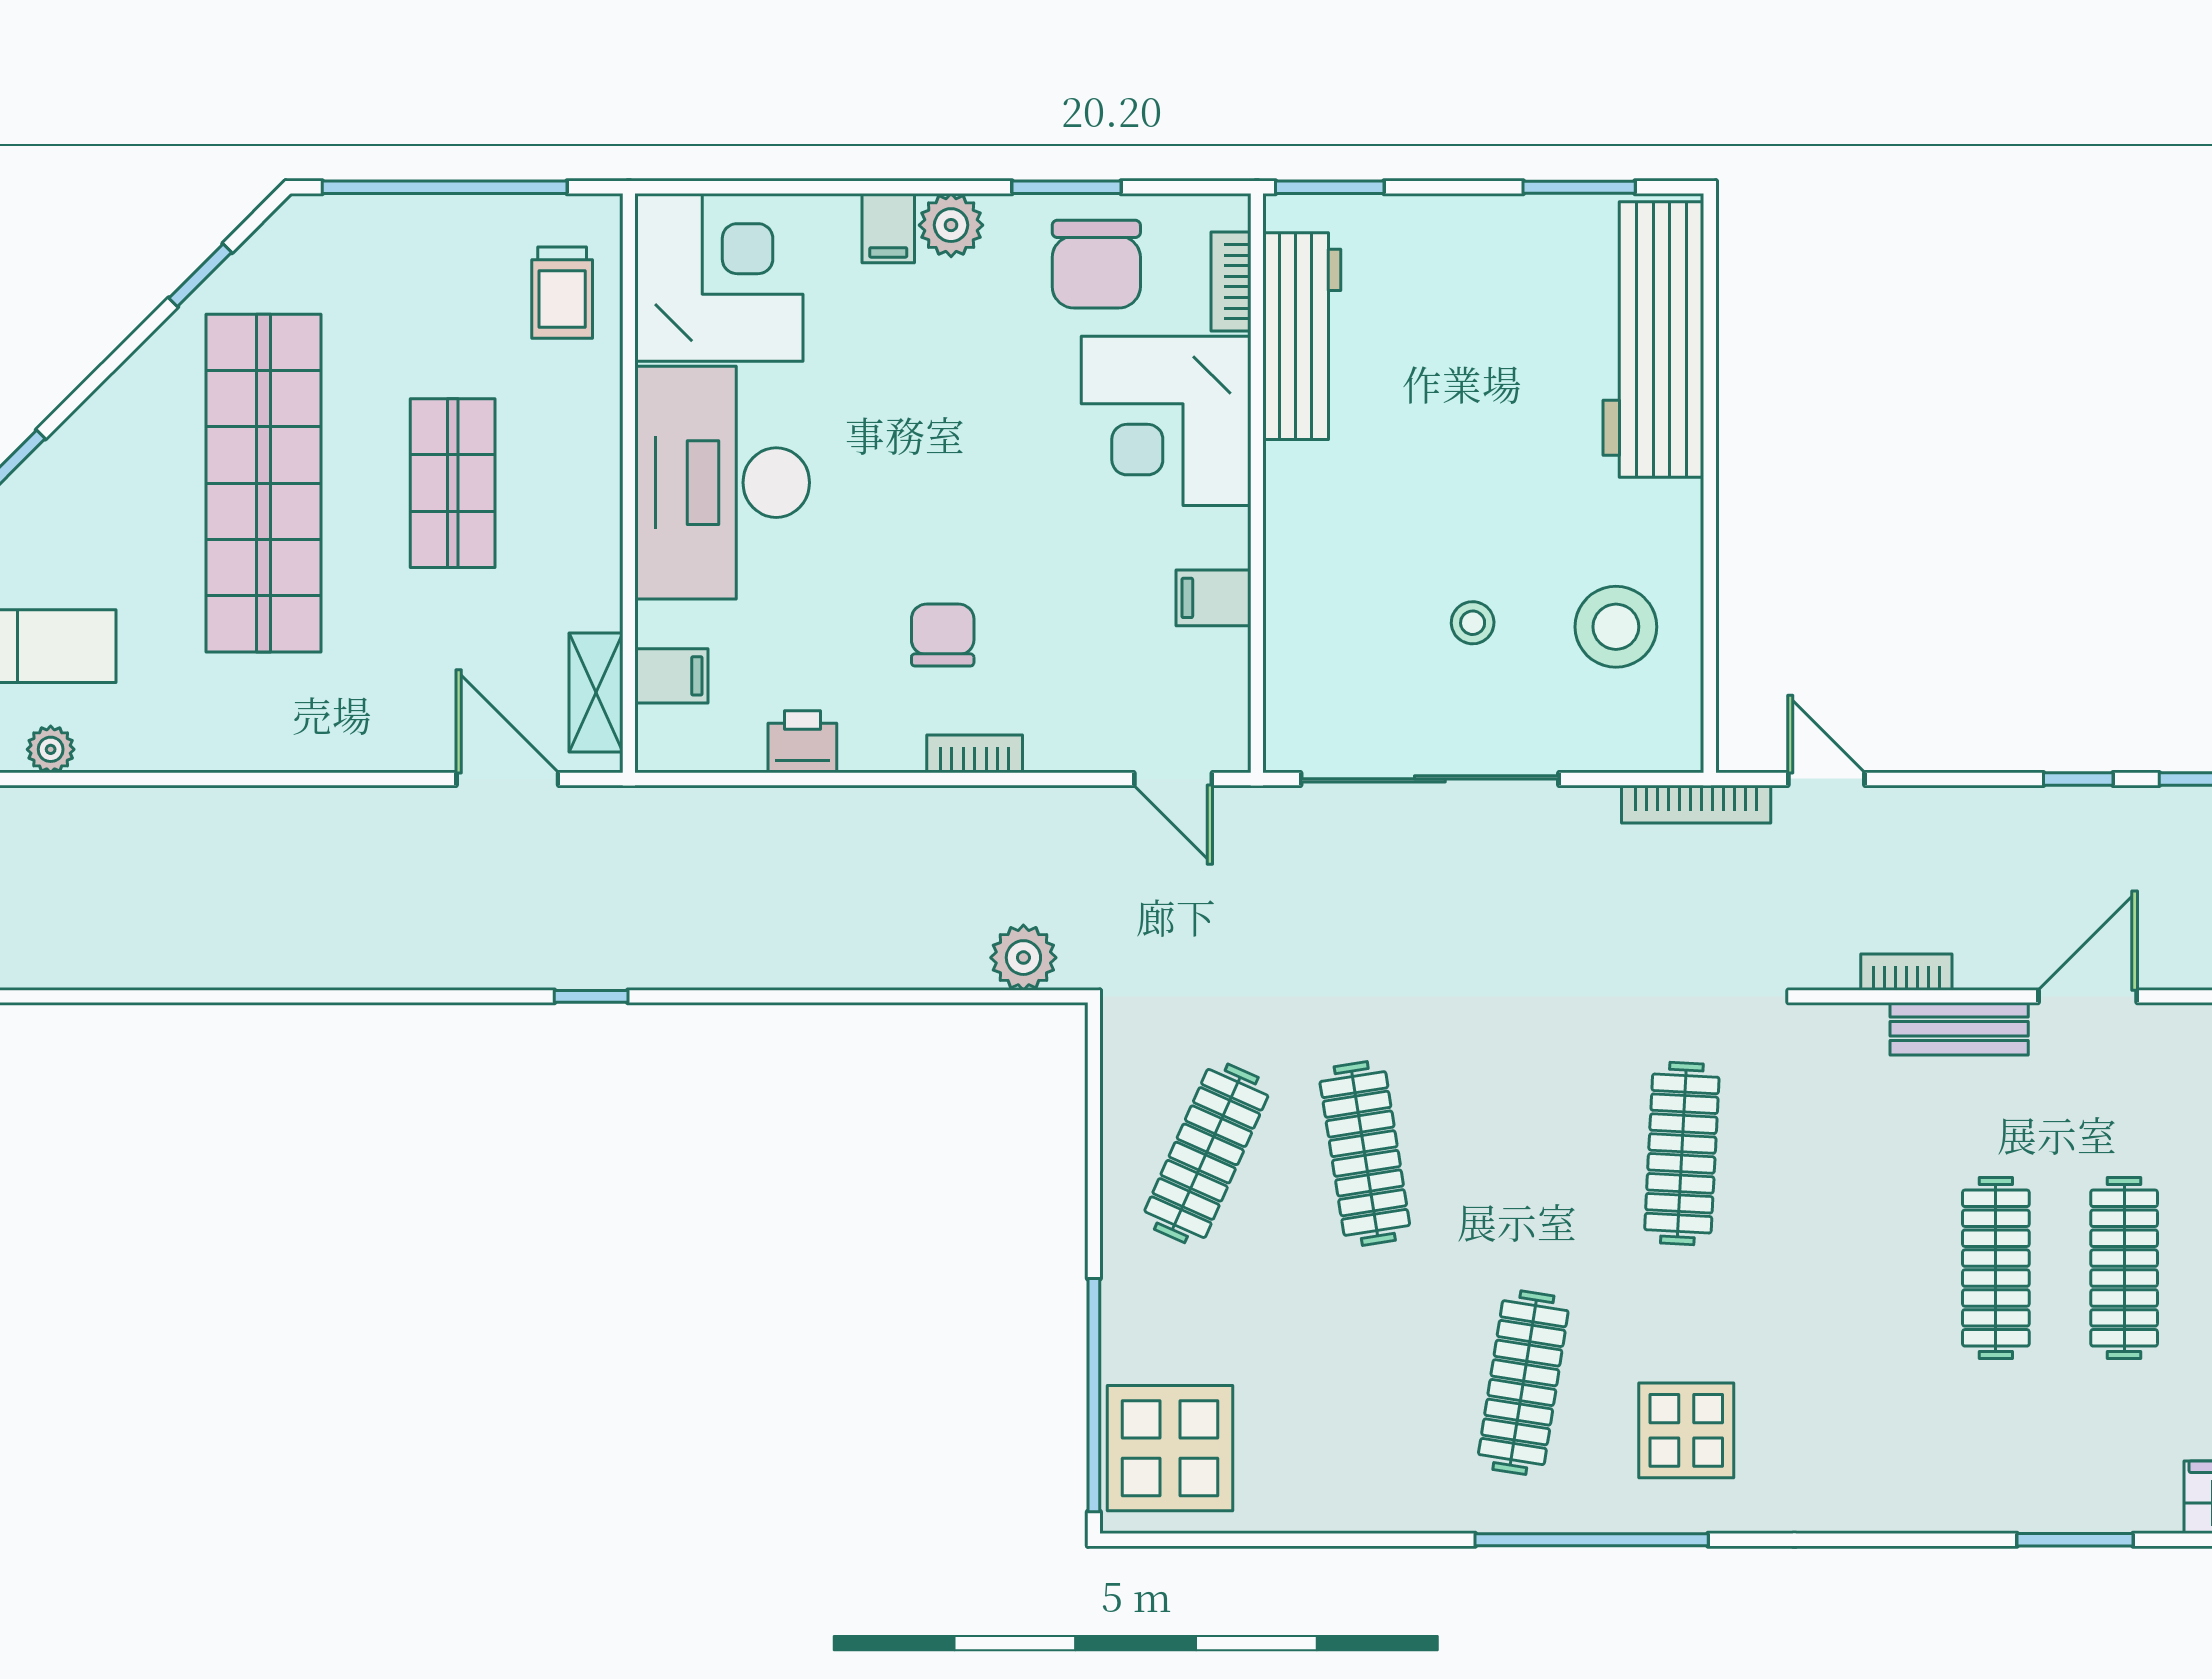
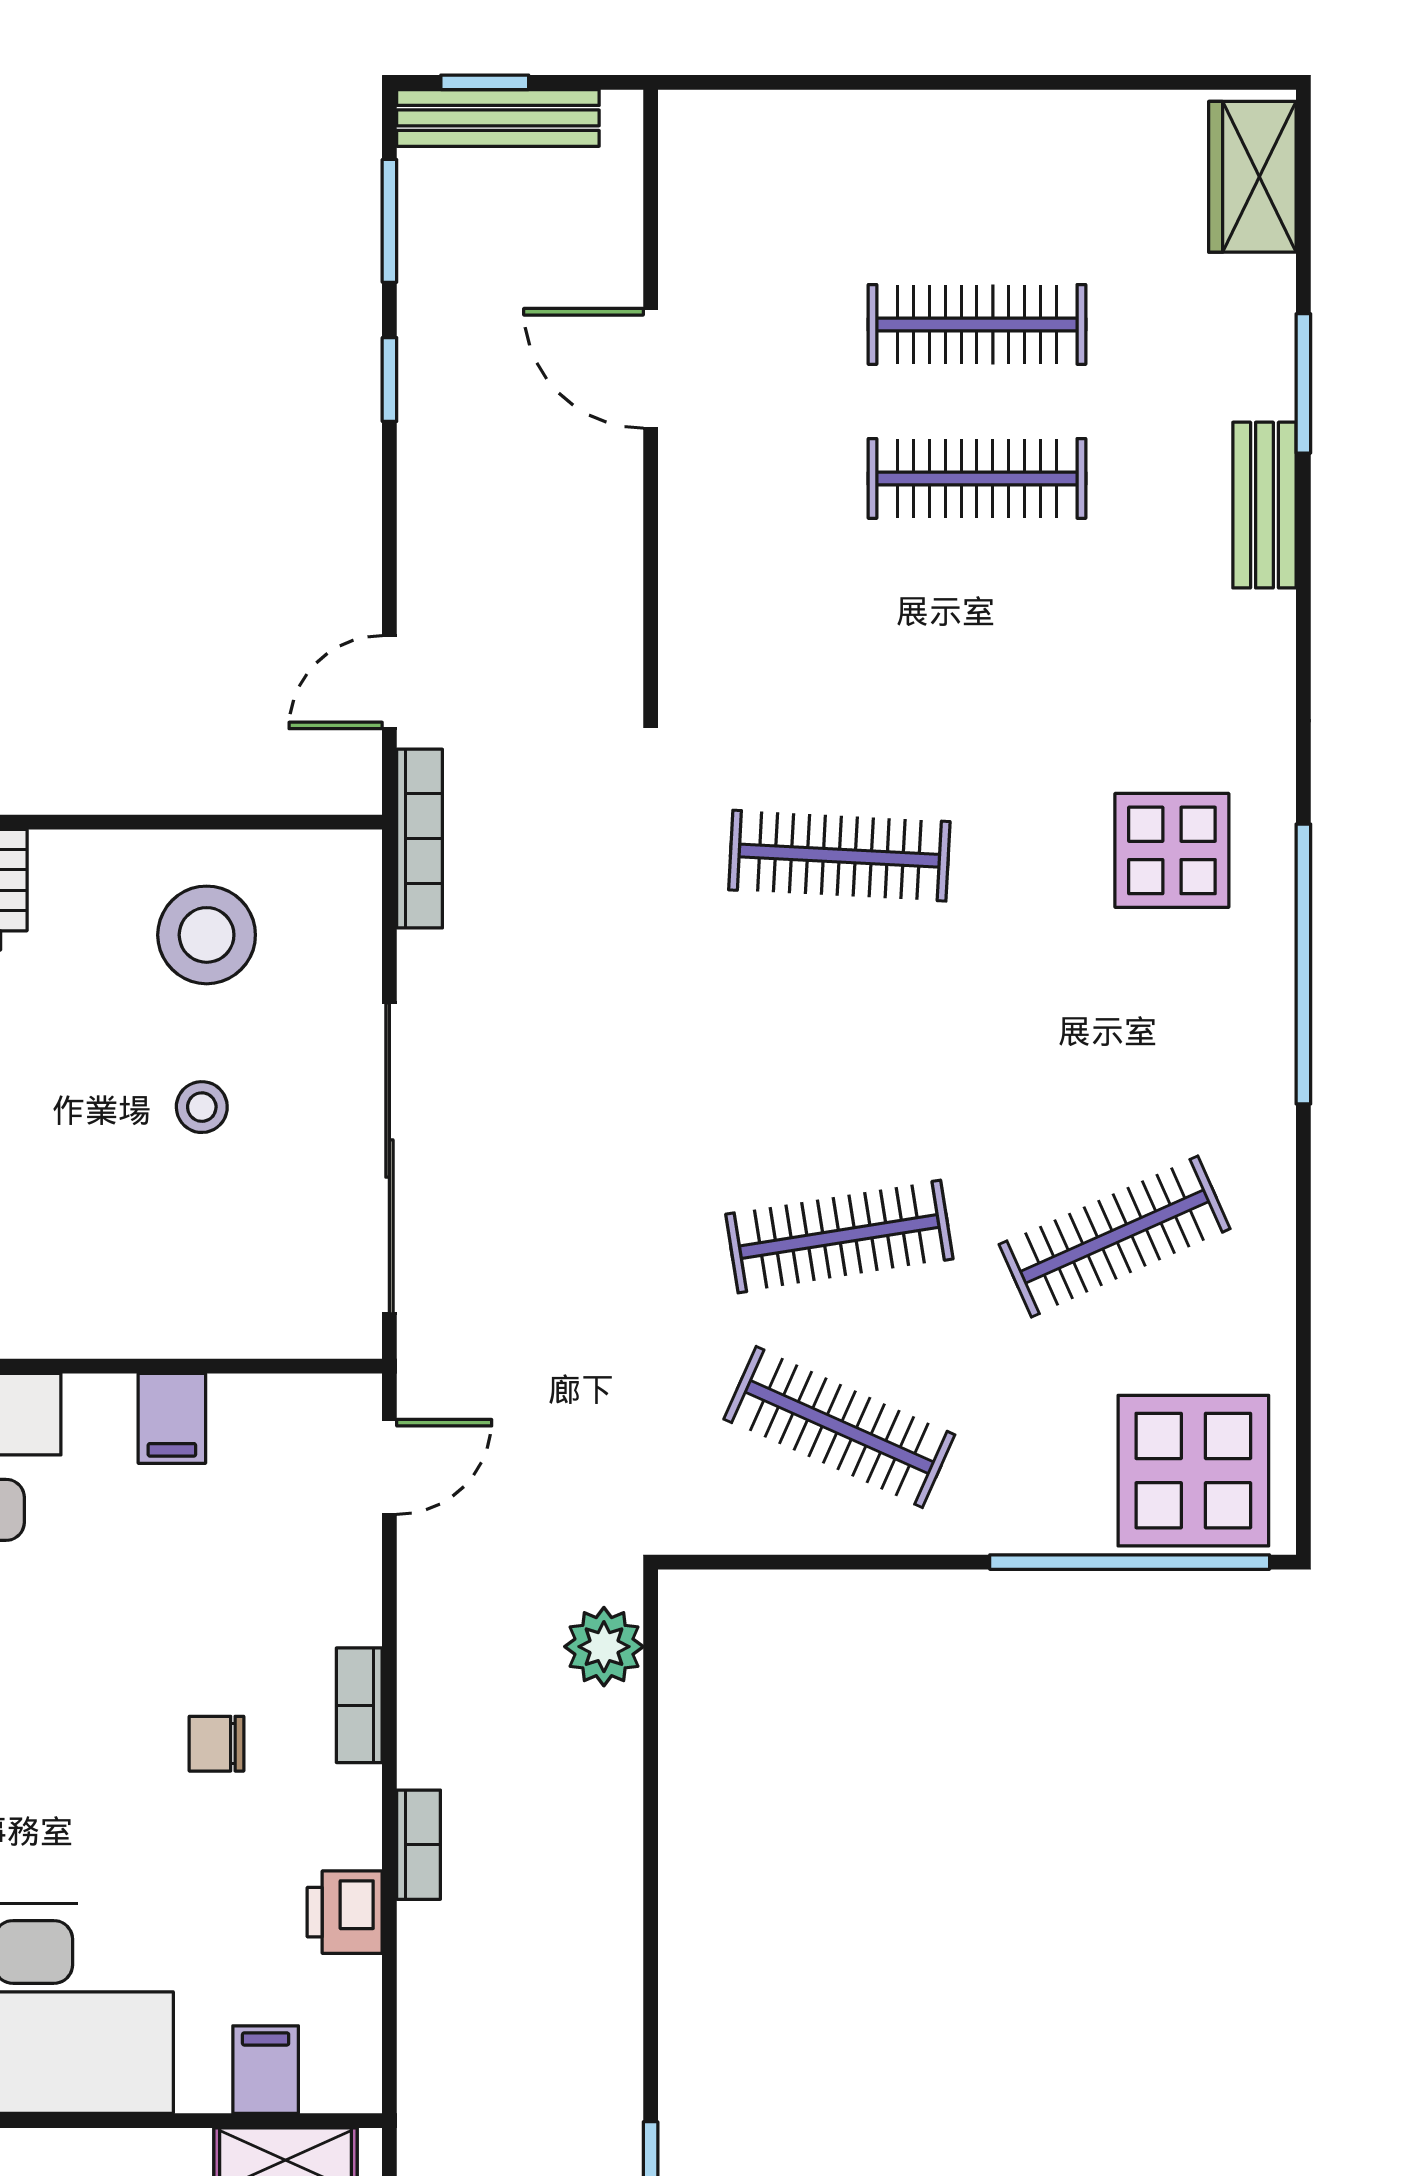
chair: (943, 635) -> (217, 1744), width x0.73, depth x0.73
bookcase: (1906, 972) -> (419, 1845), moved, turned 180
bench: (1959, 1029) -> (1264, 505), moved
clothes rail: (1523, 1383) -> (1115, 1237), moved, turned -33

